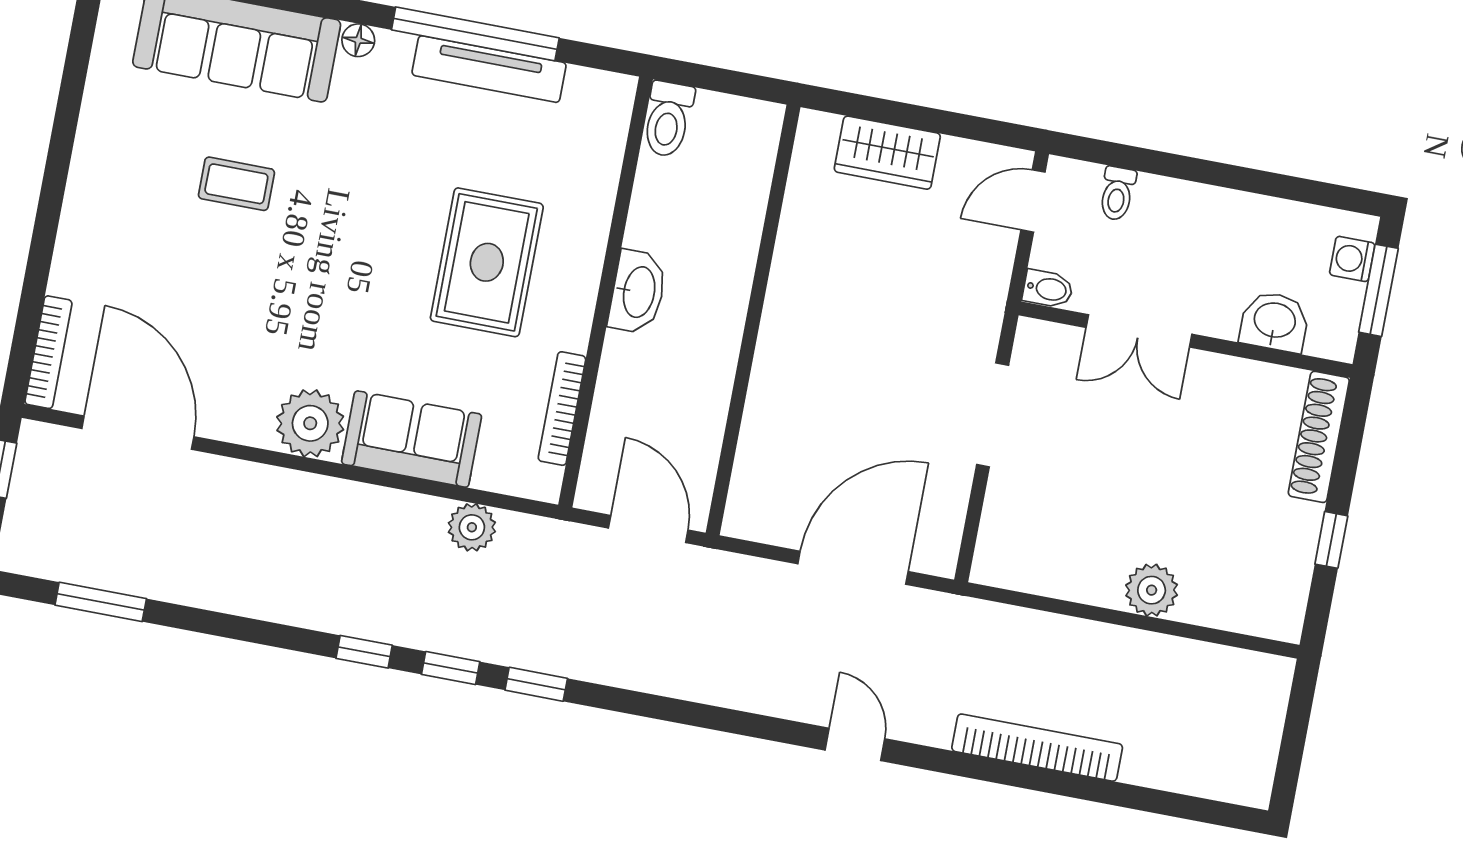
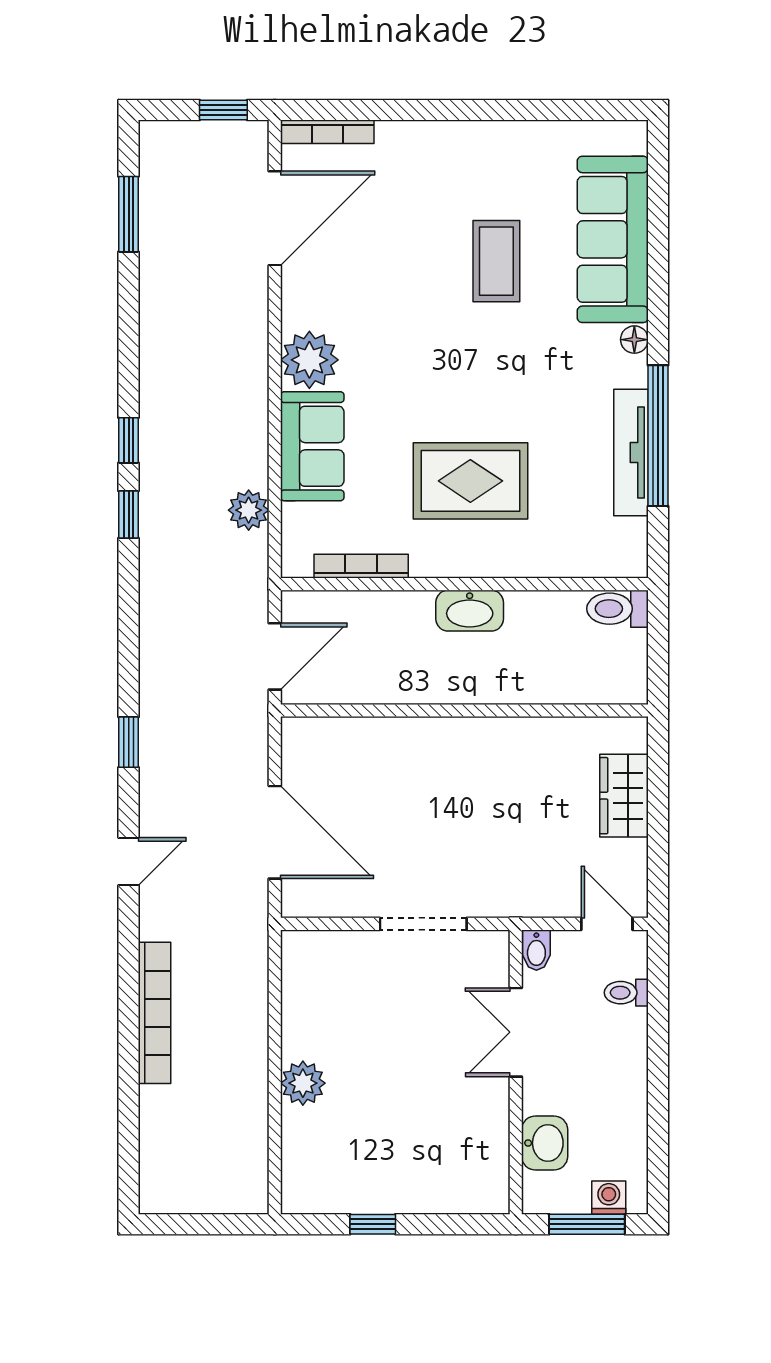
coffee table: (236, 184) -> (496, 261), width x1.36, depth x1.30
shoe rack: (1319, 437) -> (456, 1198), removed
window: (536, 684) -> (129, 742), moved

